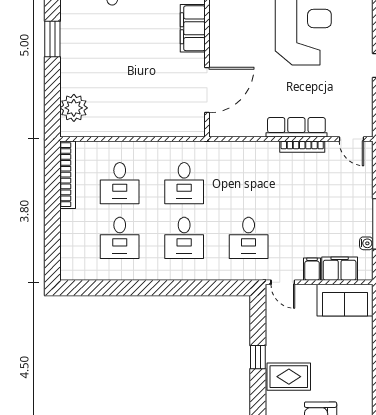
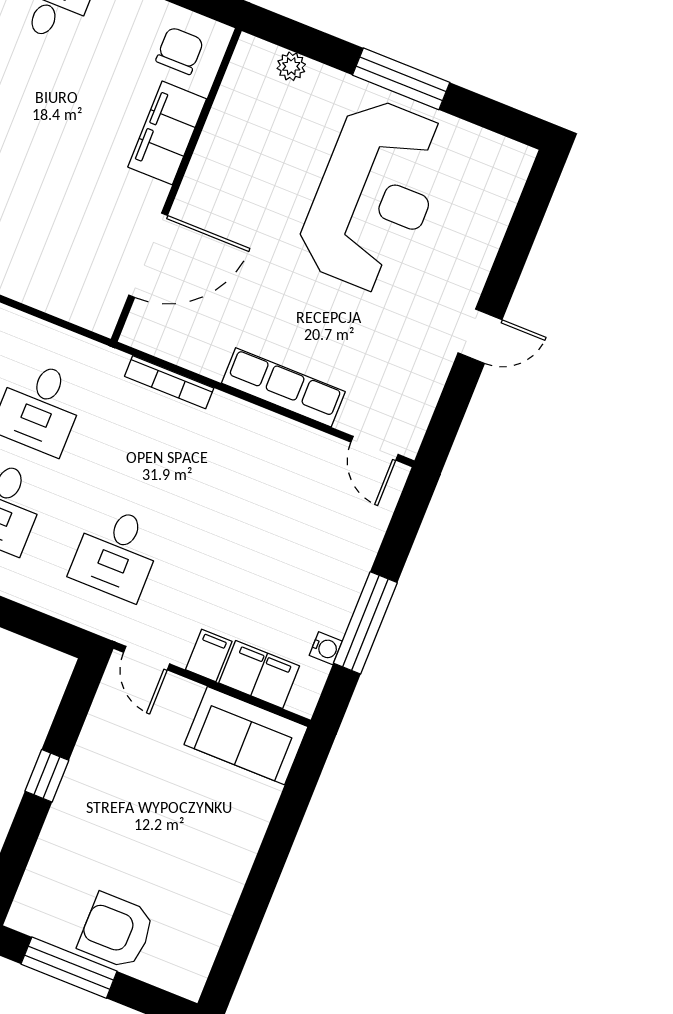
bookcase: (302, 147) -> (169, 382), moved
rug: (289, 377) -> (89, 833), removed

